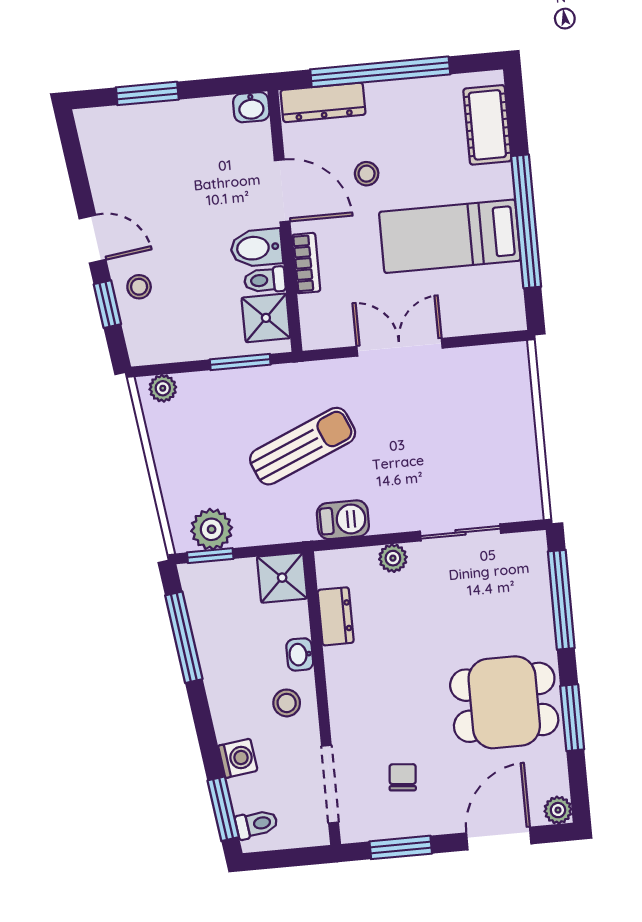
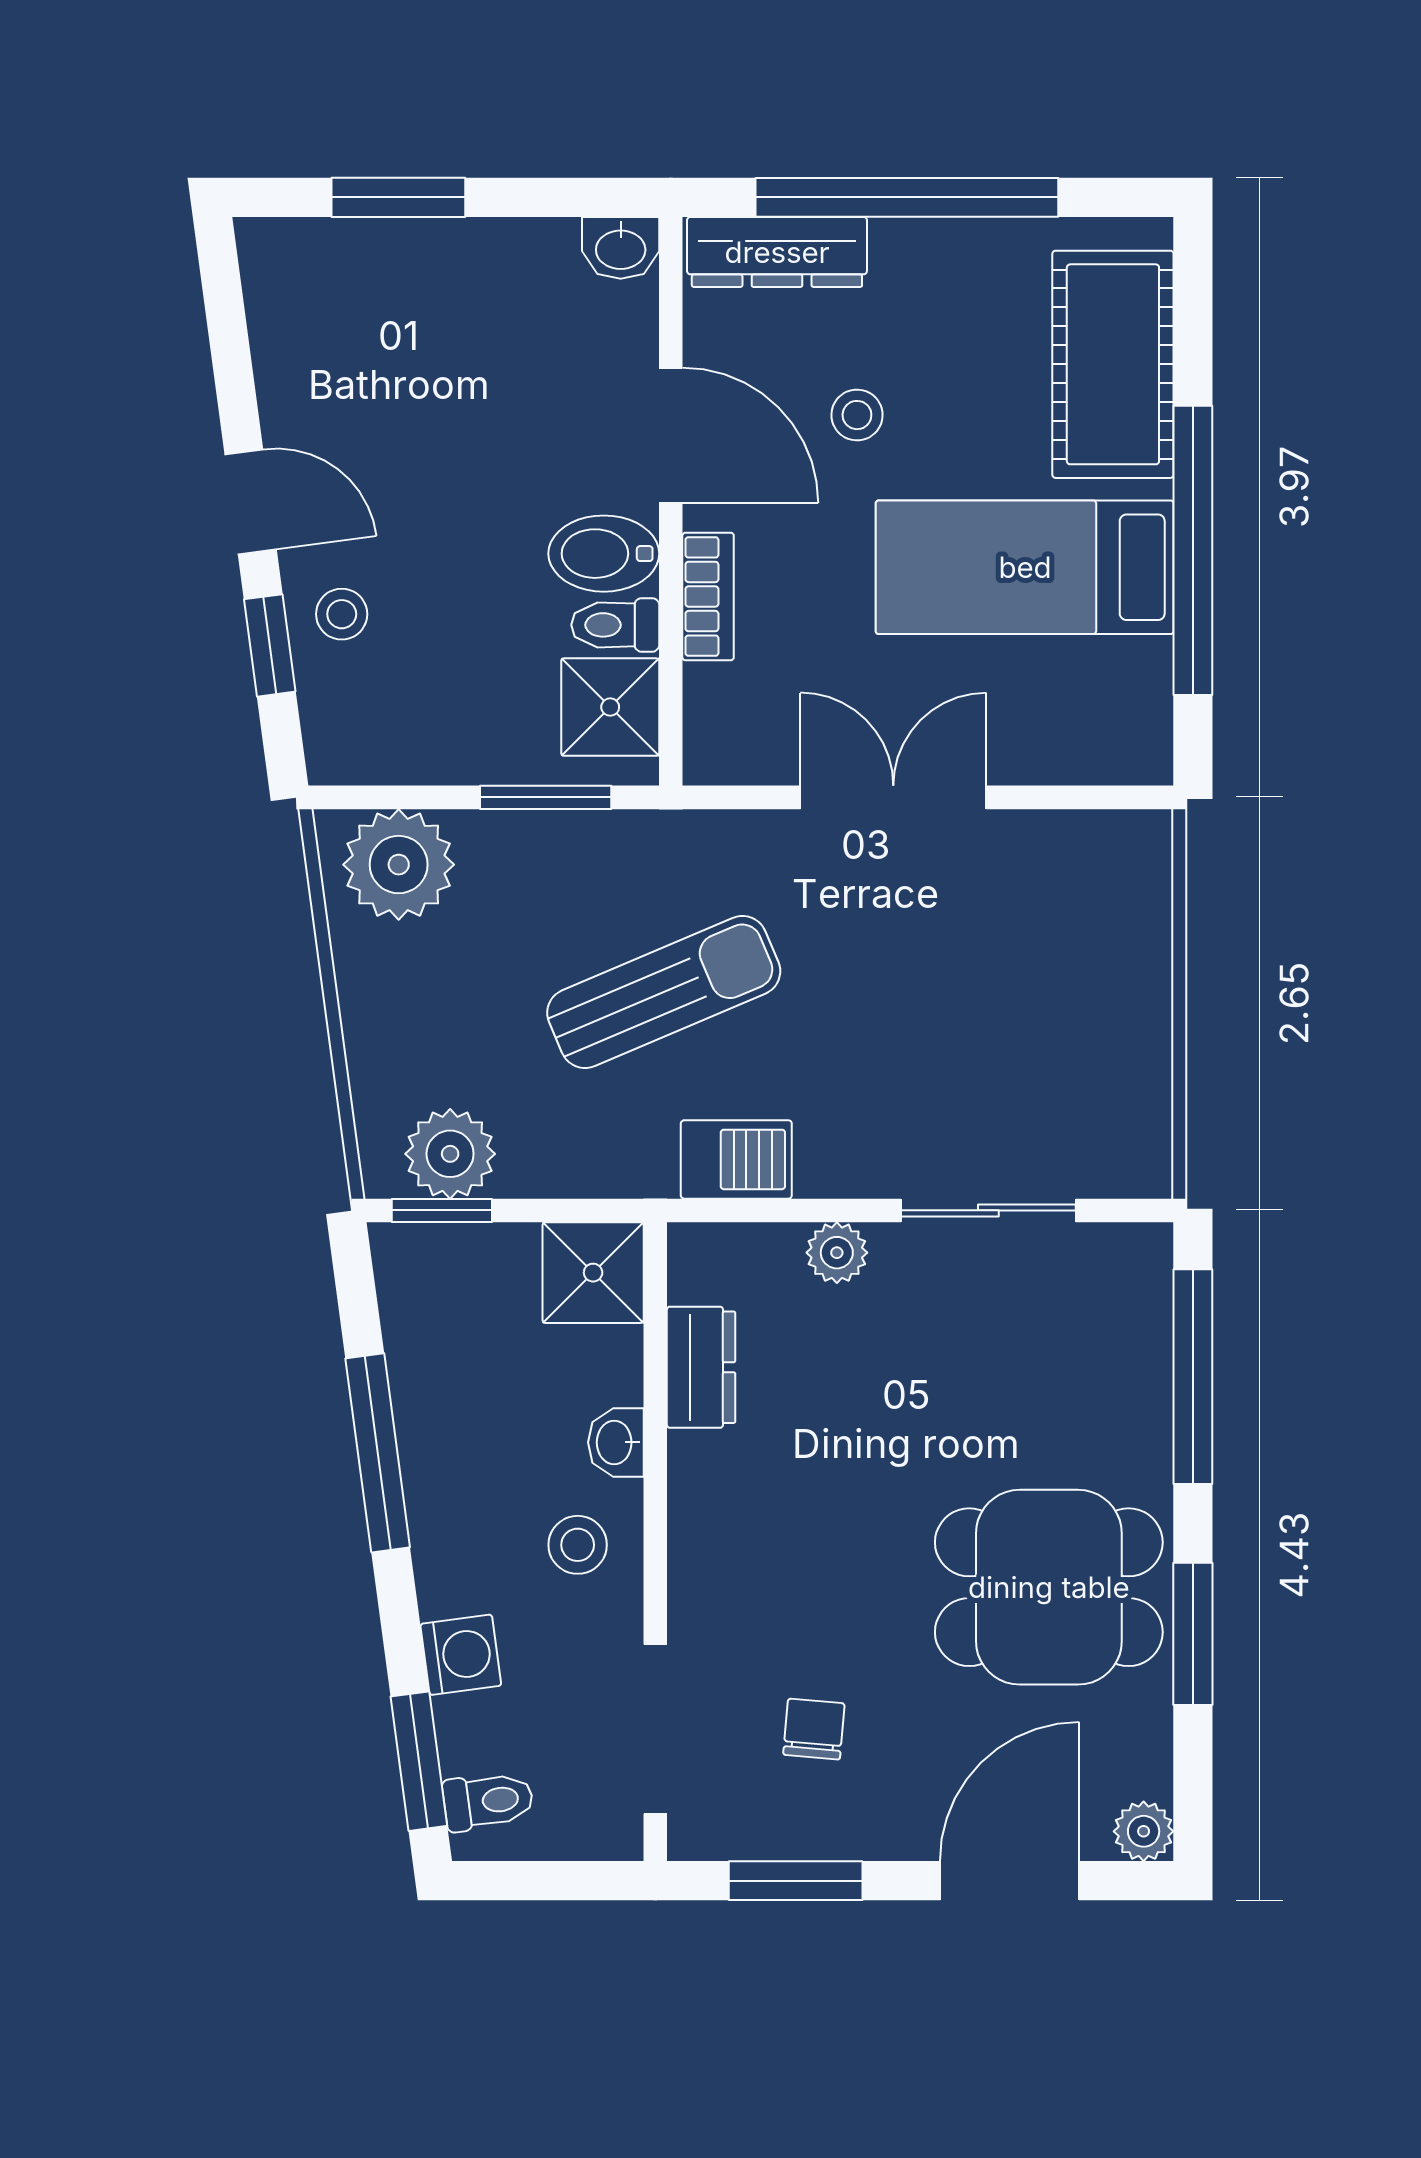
cot: (487, 125) -> (1113, 364), width x1.37, depth x1.34
plant: (163, 388) -> (399, 865), width x1.88, depth x1.88
window: (184, 637) -> (378, 1453), moved

